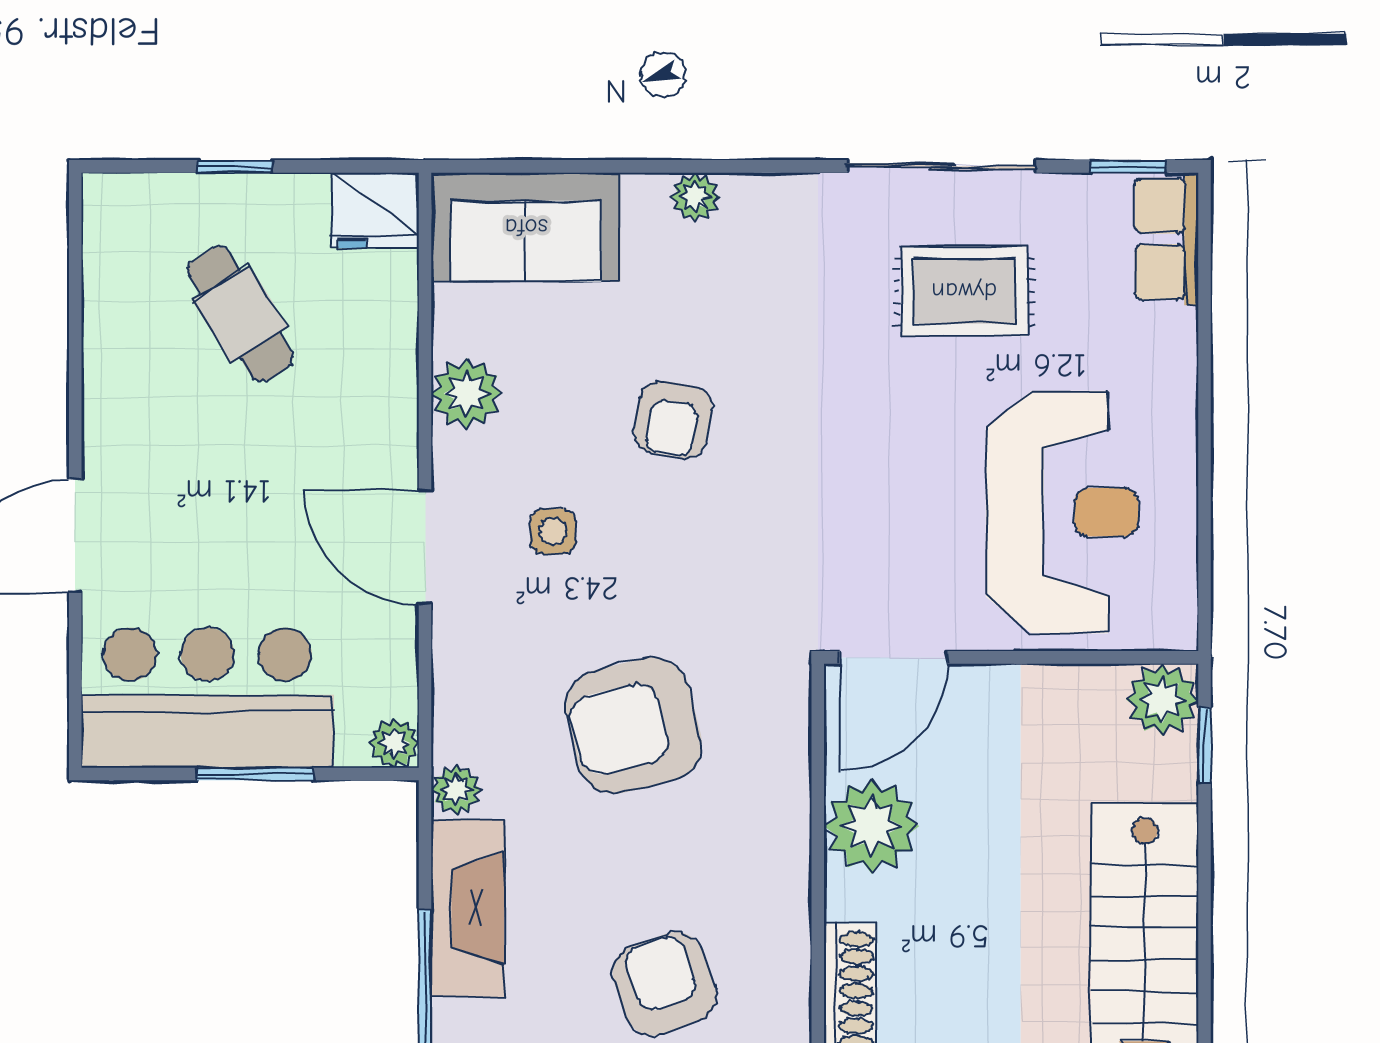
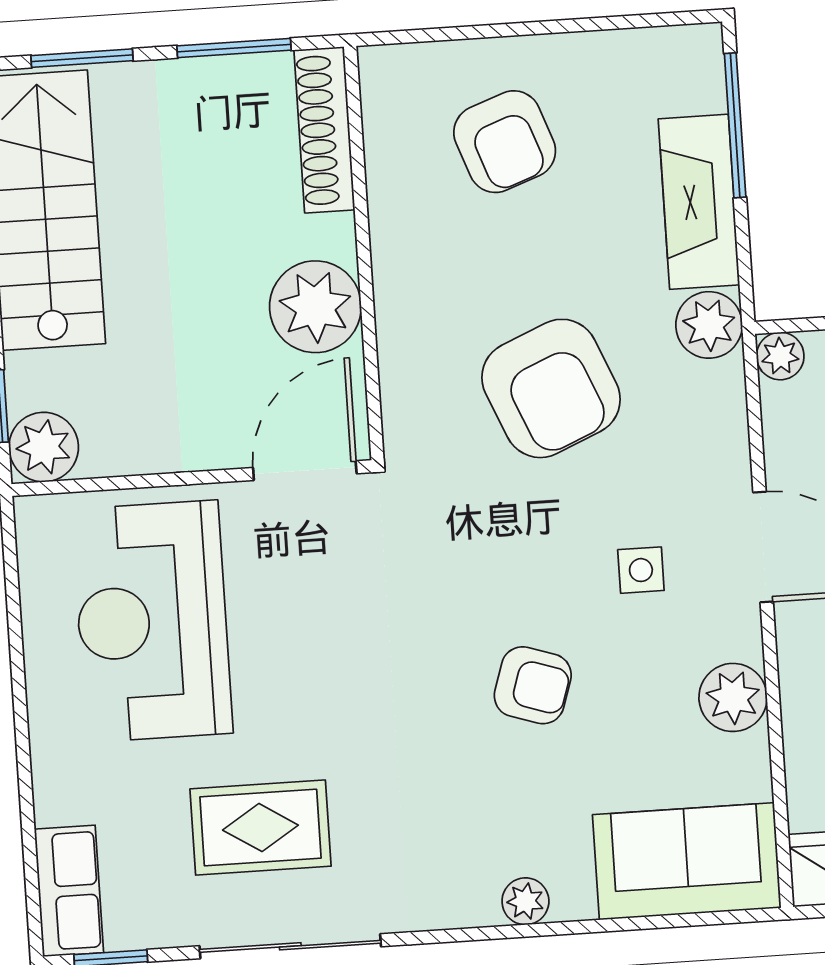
armchair: (673, 420) -> (533, 685), turned 98
armchair: (634, 725) -> (551, 388), turned 81
plant: (456, 790) -> (709, 325), width x1.38, depth x1.38

